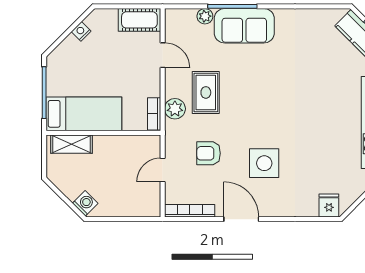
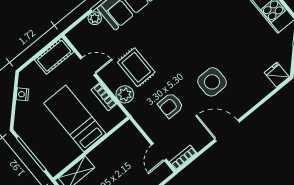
bed: (84, 114) -> (75, 118), moved, turned -90
bookcase: (154, 114) -> (104, 97), moved
door: (163, 170) -> (159, 152), moved
bookcase: (190, 211) -> (183, 158), width x0.64

